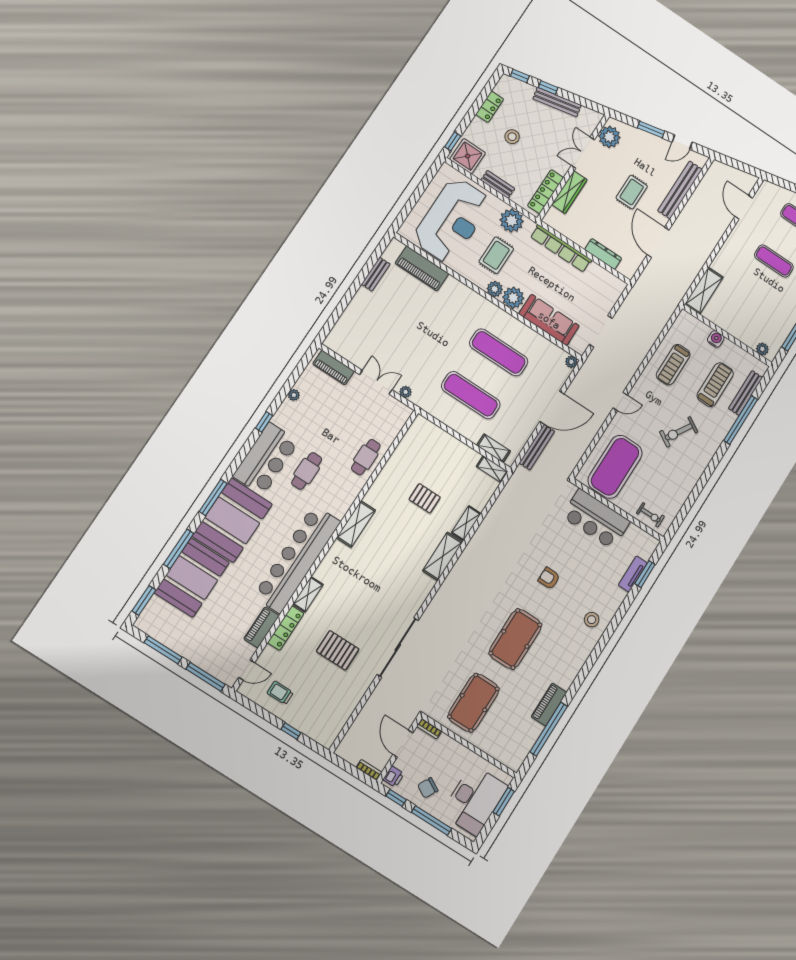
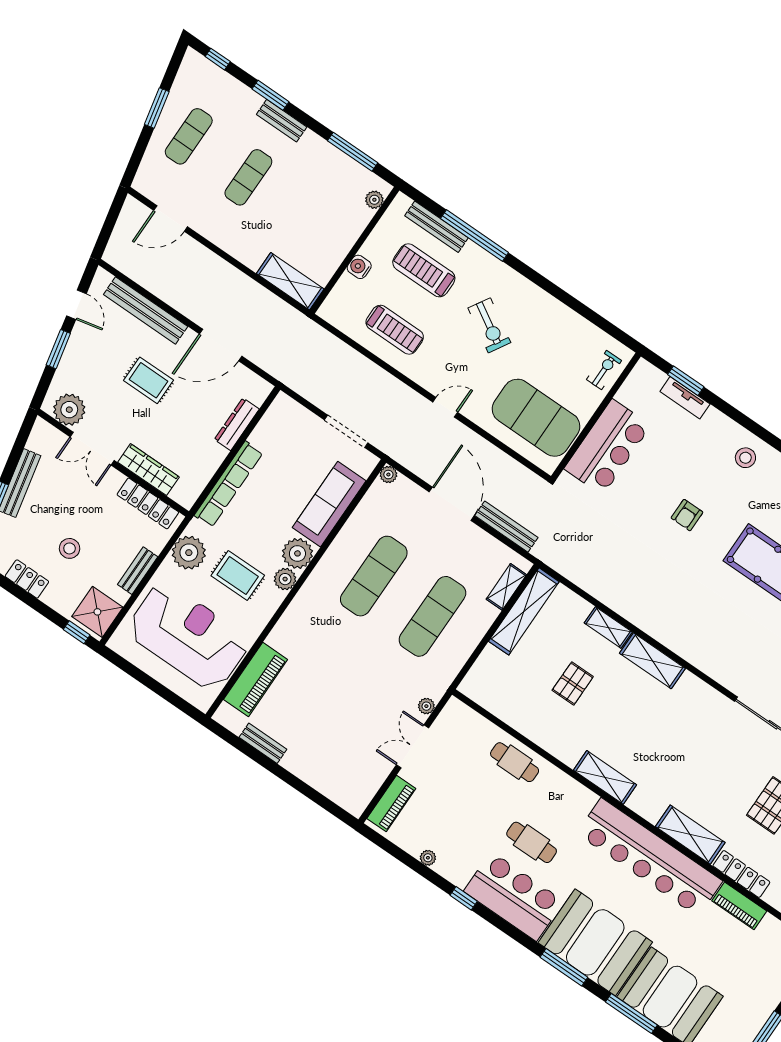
door: (620, 401) -> (445, 407), hinge flipped
shelving: (492, 469) -> (524, 611), width x2.20, depth x1.33
shelving: (308, 594) -> (690, 835), width x1.50, depth x1.33

